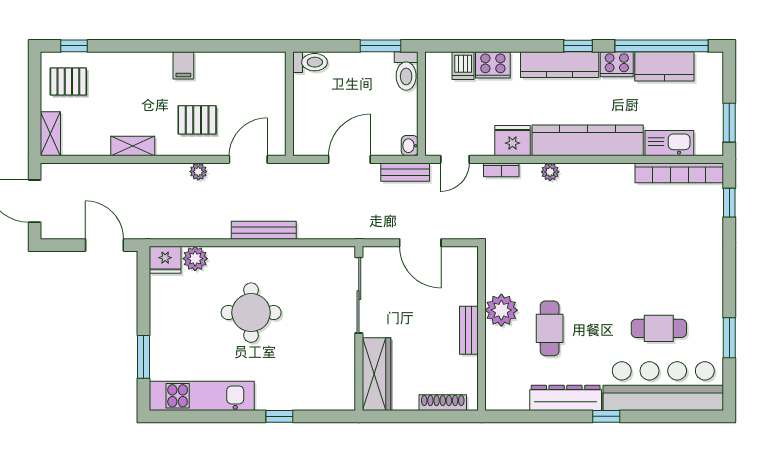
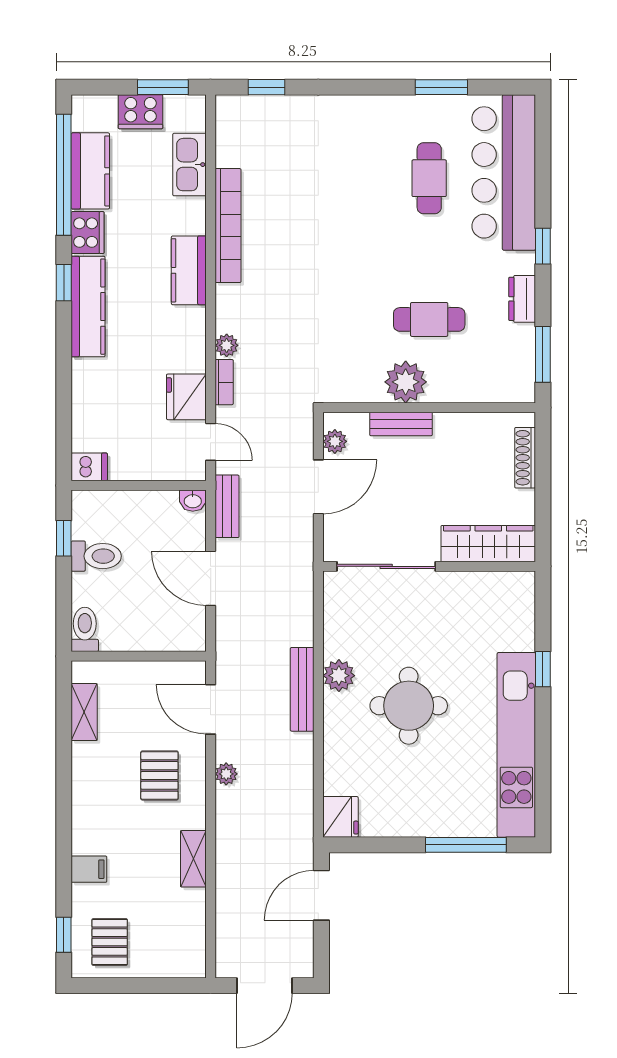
window: (380, 46) -> (64, 538), width x0.67
filing cabinet: (183, 65) -> (89, 869), moved
cooker: (493, 65) -> (141, 112), moved, turned 90
dishwasher: (463, 66) -> (89, 467), moved
toilet: (406, 71) -> (96, 556), moved
shelving: (50, 134) -> (84, 712), moved, turned 90
kitchen counter: (588, 140) -> (189, 270), width x0.48, depth x0.86
fridge: (512, 141) -> (186, 397), moved
plant: (550, 172) -> (227, 345), moved
bookcase: (679, 173) -> (228, 226), moved
plant: (455, 256) -> (335, 441), added
plant: (195, 259) -> (339, 676), moved
bench: (469, 330) -> (401, 424), moved
window: (143, 357) -> (466, 845), width x1.44
kitchen unit: (202, 396) -> (516, 745), width x1.36
dresser: (566, 398) -> (522, 299), width x0.51, depth x0.80
window: (523, 416) -> (543, 354), added

